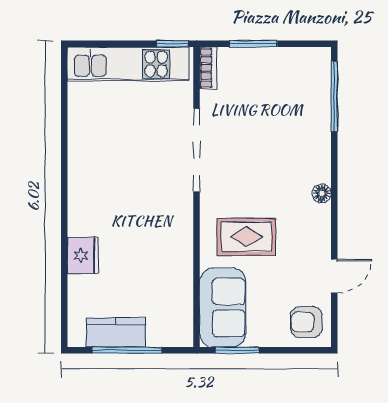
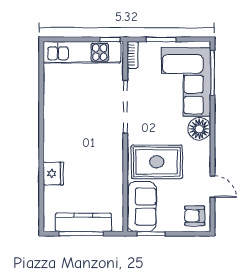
corner sofa: (292, 111) -> (186, 82), added
floor lamp: (322, 193) -> (199, 129), width x1.89, depth x1.89
rug: (246, 237) -> (157, 162), width x1.36, depth x1.43
door: (334, 276) -> (212, 187), hinge flipped
kitchen counter: (116, 332) -> (83, 222), width x1.50

